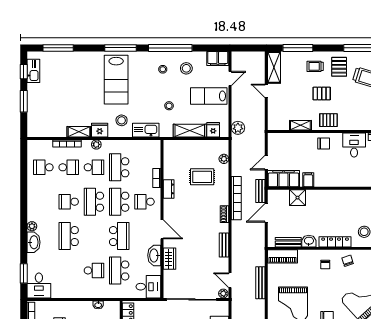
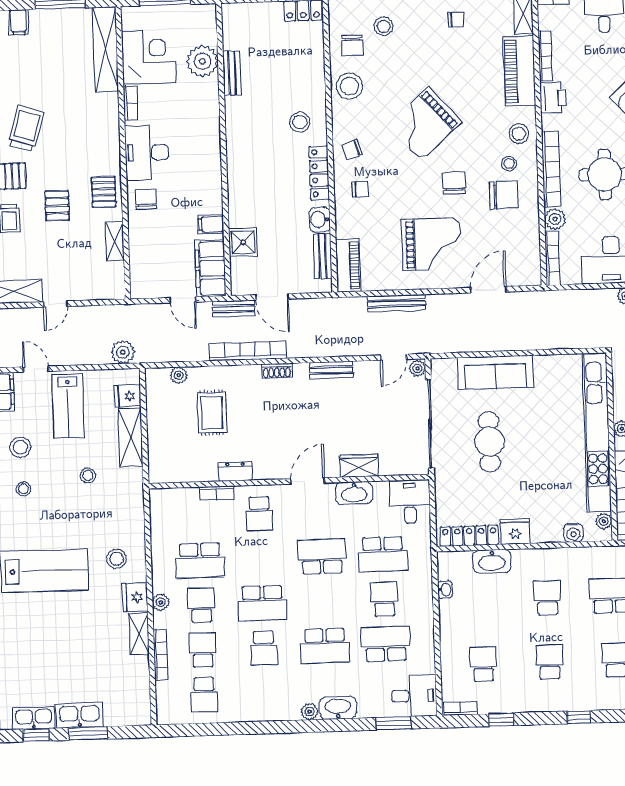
kitchen sink: (146, 130) -> (79, 715), moved, turned 90
desk: (354, 145) -> (147, 153), width x1.37
school desk: (119, 202) -> (386, 644), moved, turned 180

